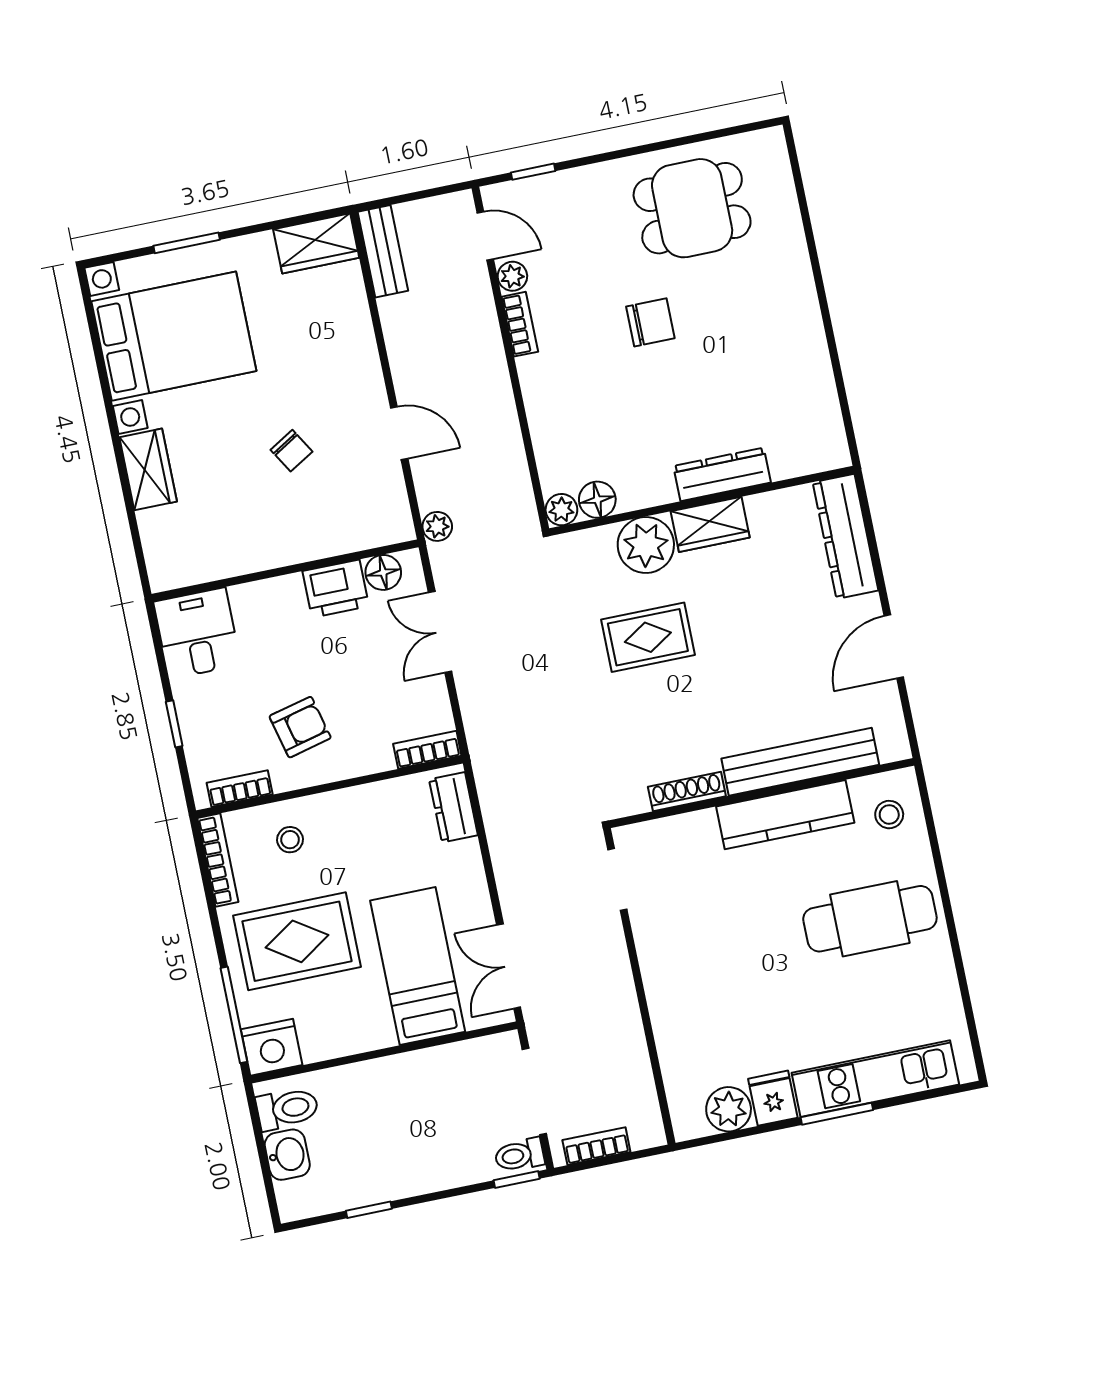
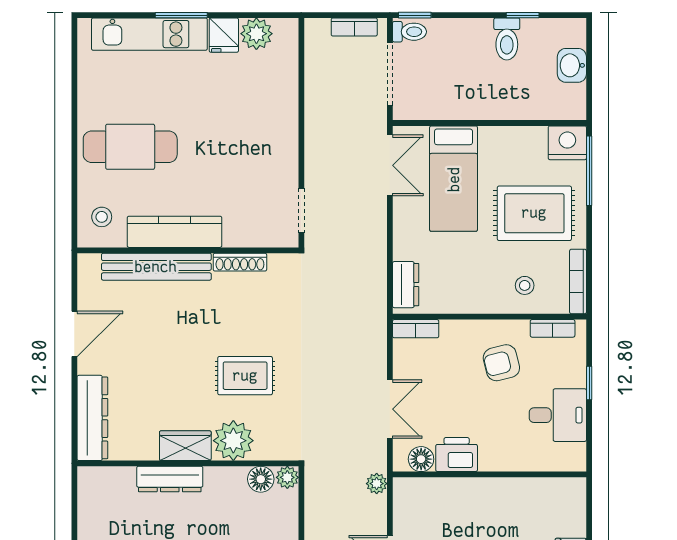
desk: (197, 633) -> (558, 415), moved, turned -90
toilet: (287, 1109) -> (507, 39), moved, turned -90

